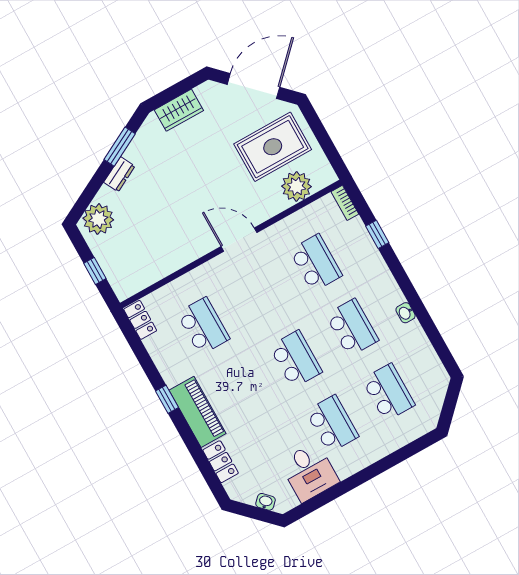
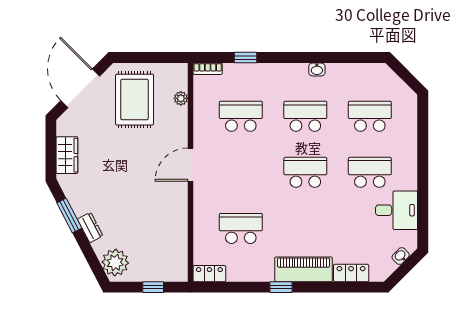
plant: (296, 186) -> (181, 98), width x0.53, depth x0.53

